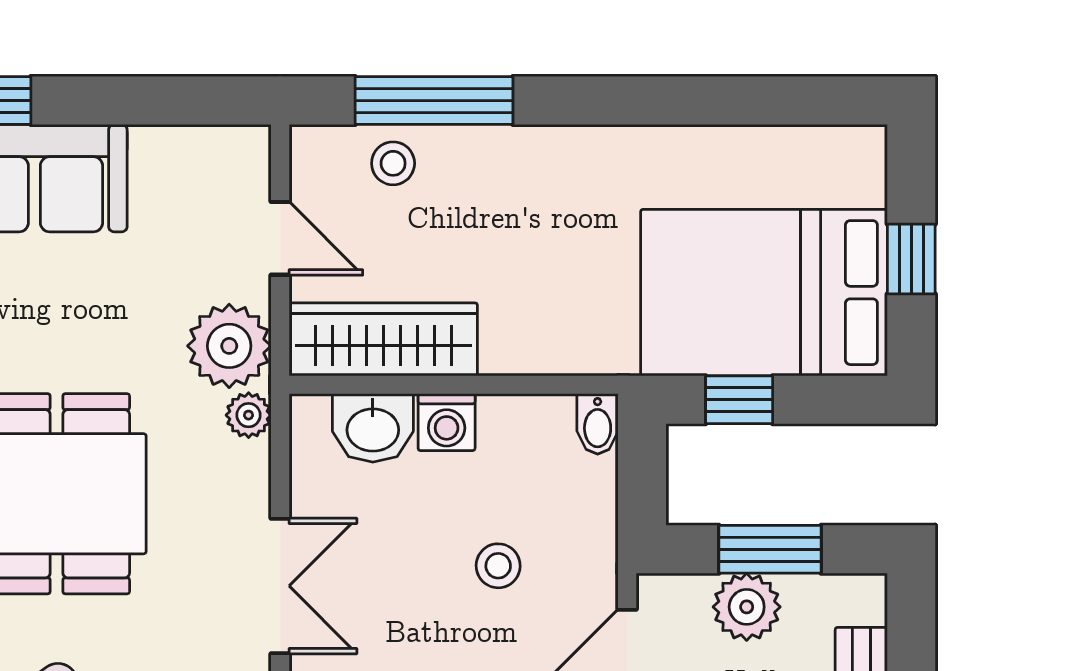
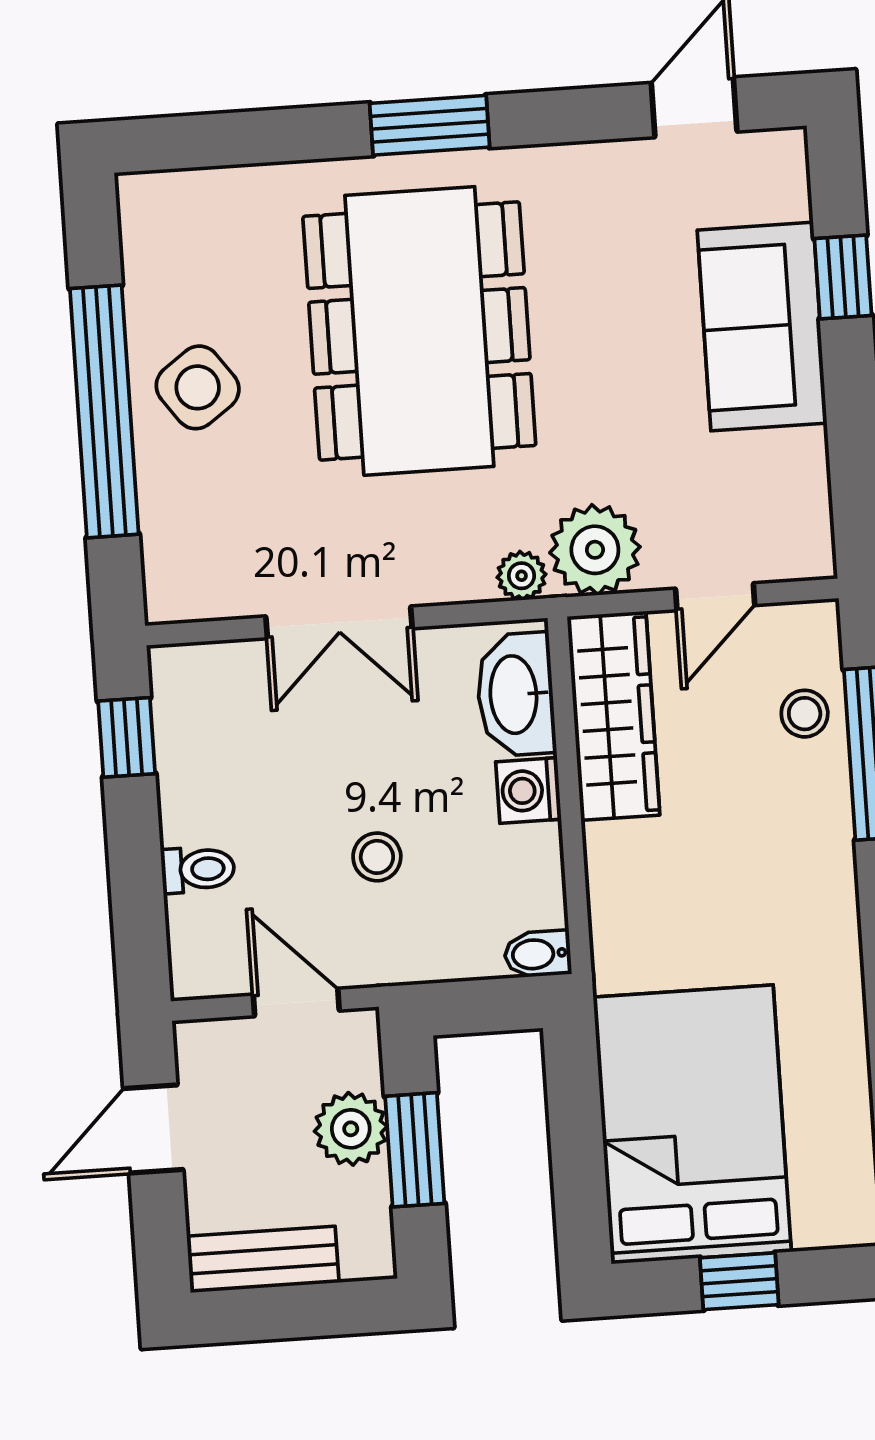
window: (739, 400) -> (574, 1105), removed
washbasin: (373, 428) -> (516, 694), width x1.38

